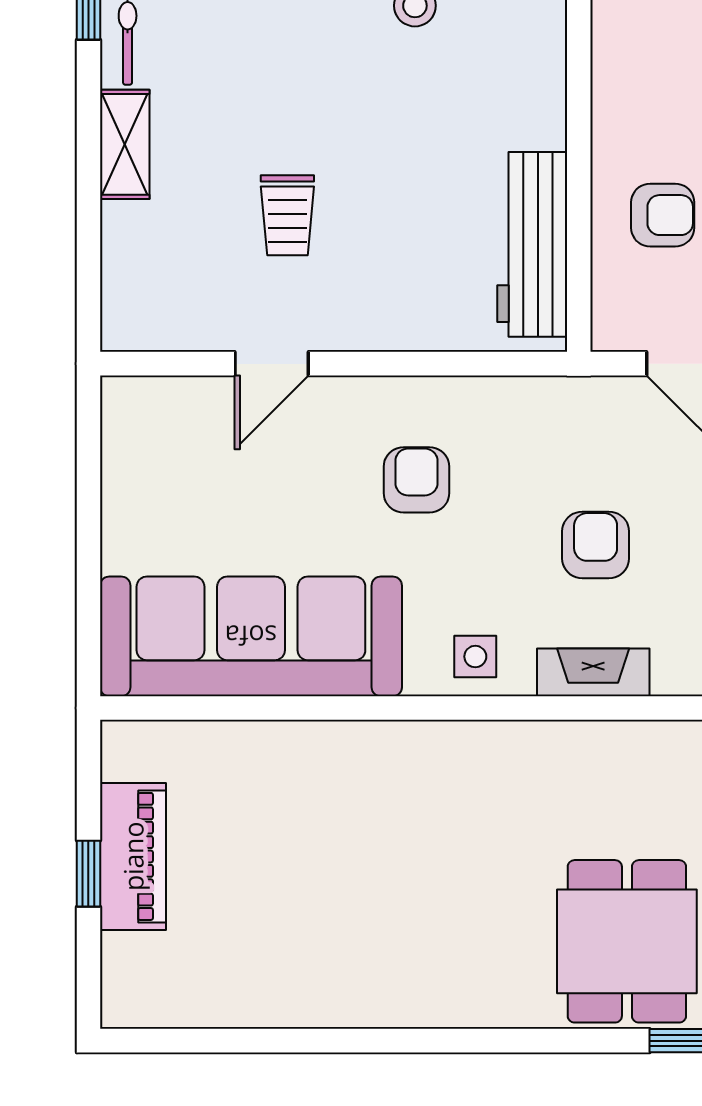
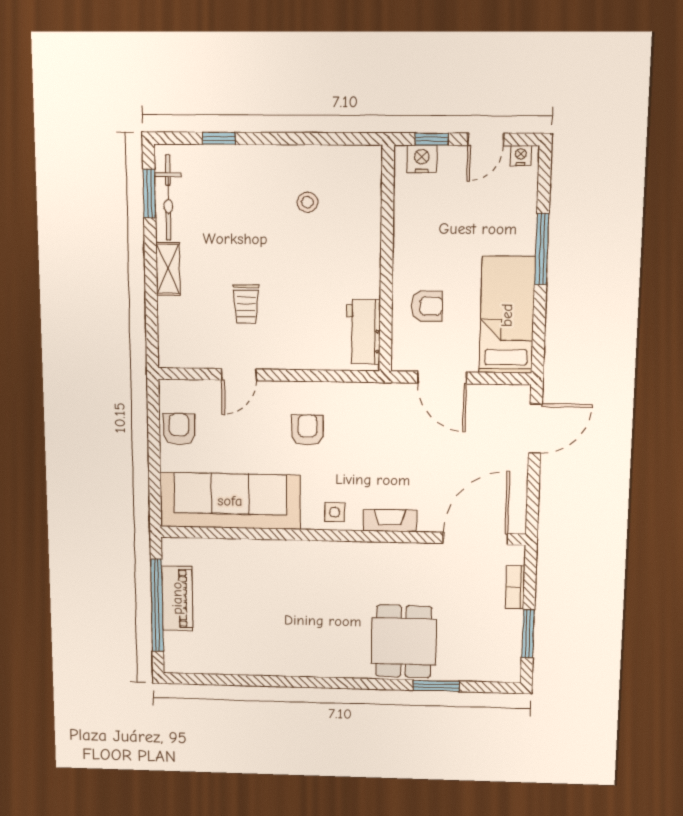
workbench: (532, 244) -> (363, 332), width x0.73
armchair: (596, 545) -> (179, 429), moved
window: (88, 874) -> (157, 605), width x3.17

